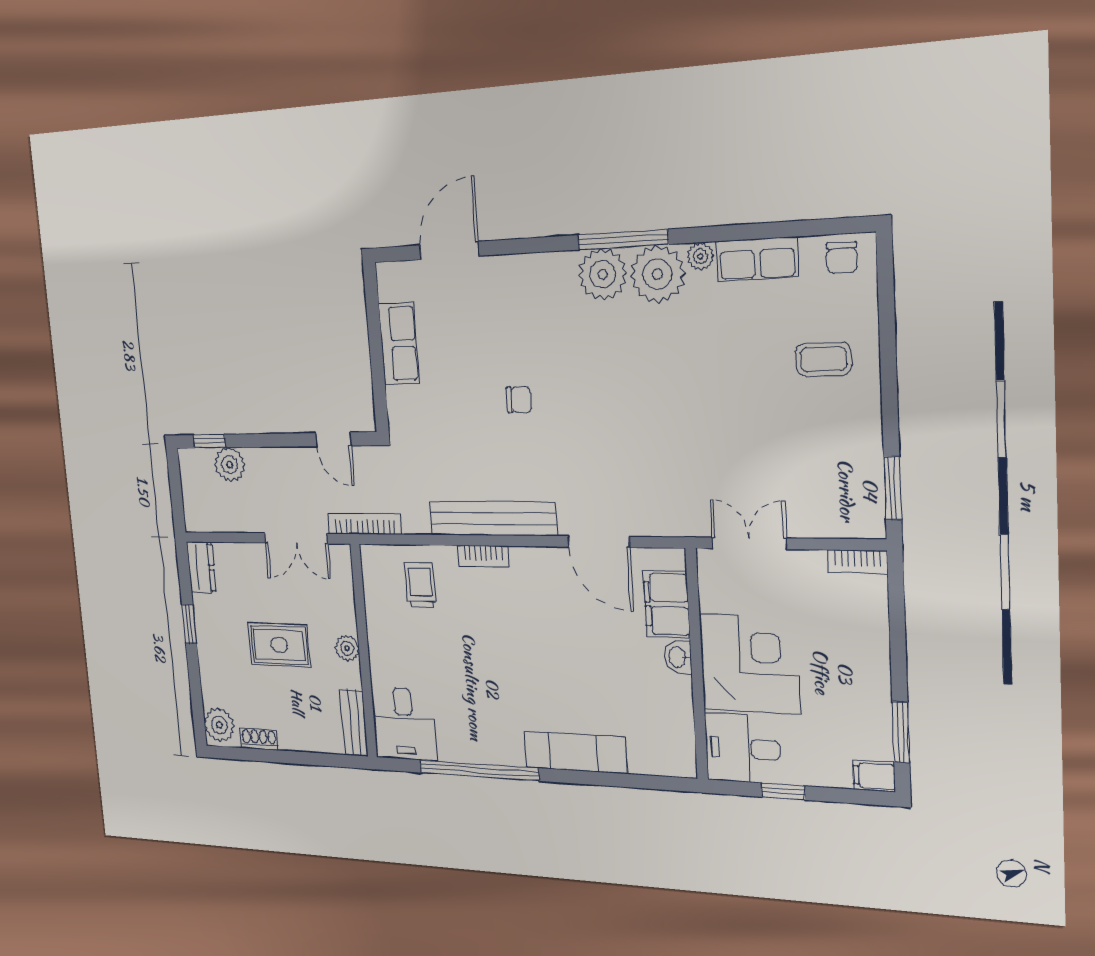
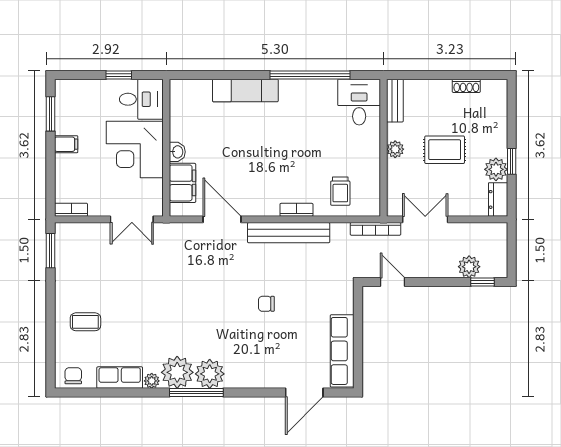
row of seats: (399, 344) -> (342, 351), width x1.48
plant: (219, 725) -> (496, 169), moved
filing cabinet: (874, 776) -> (66, 144), moved

